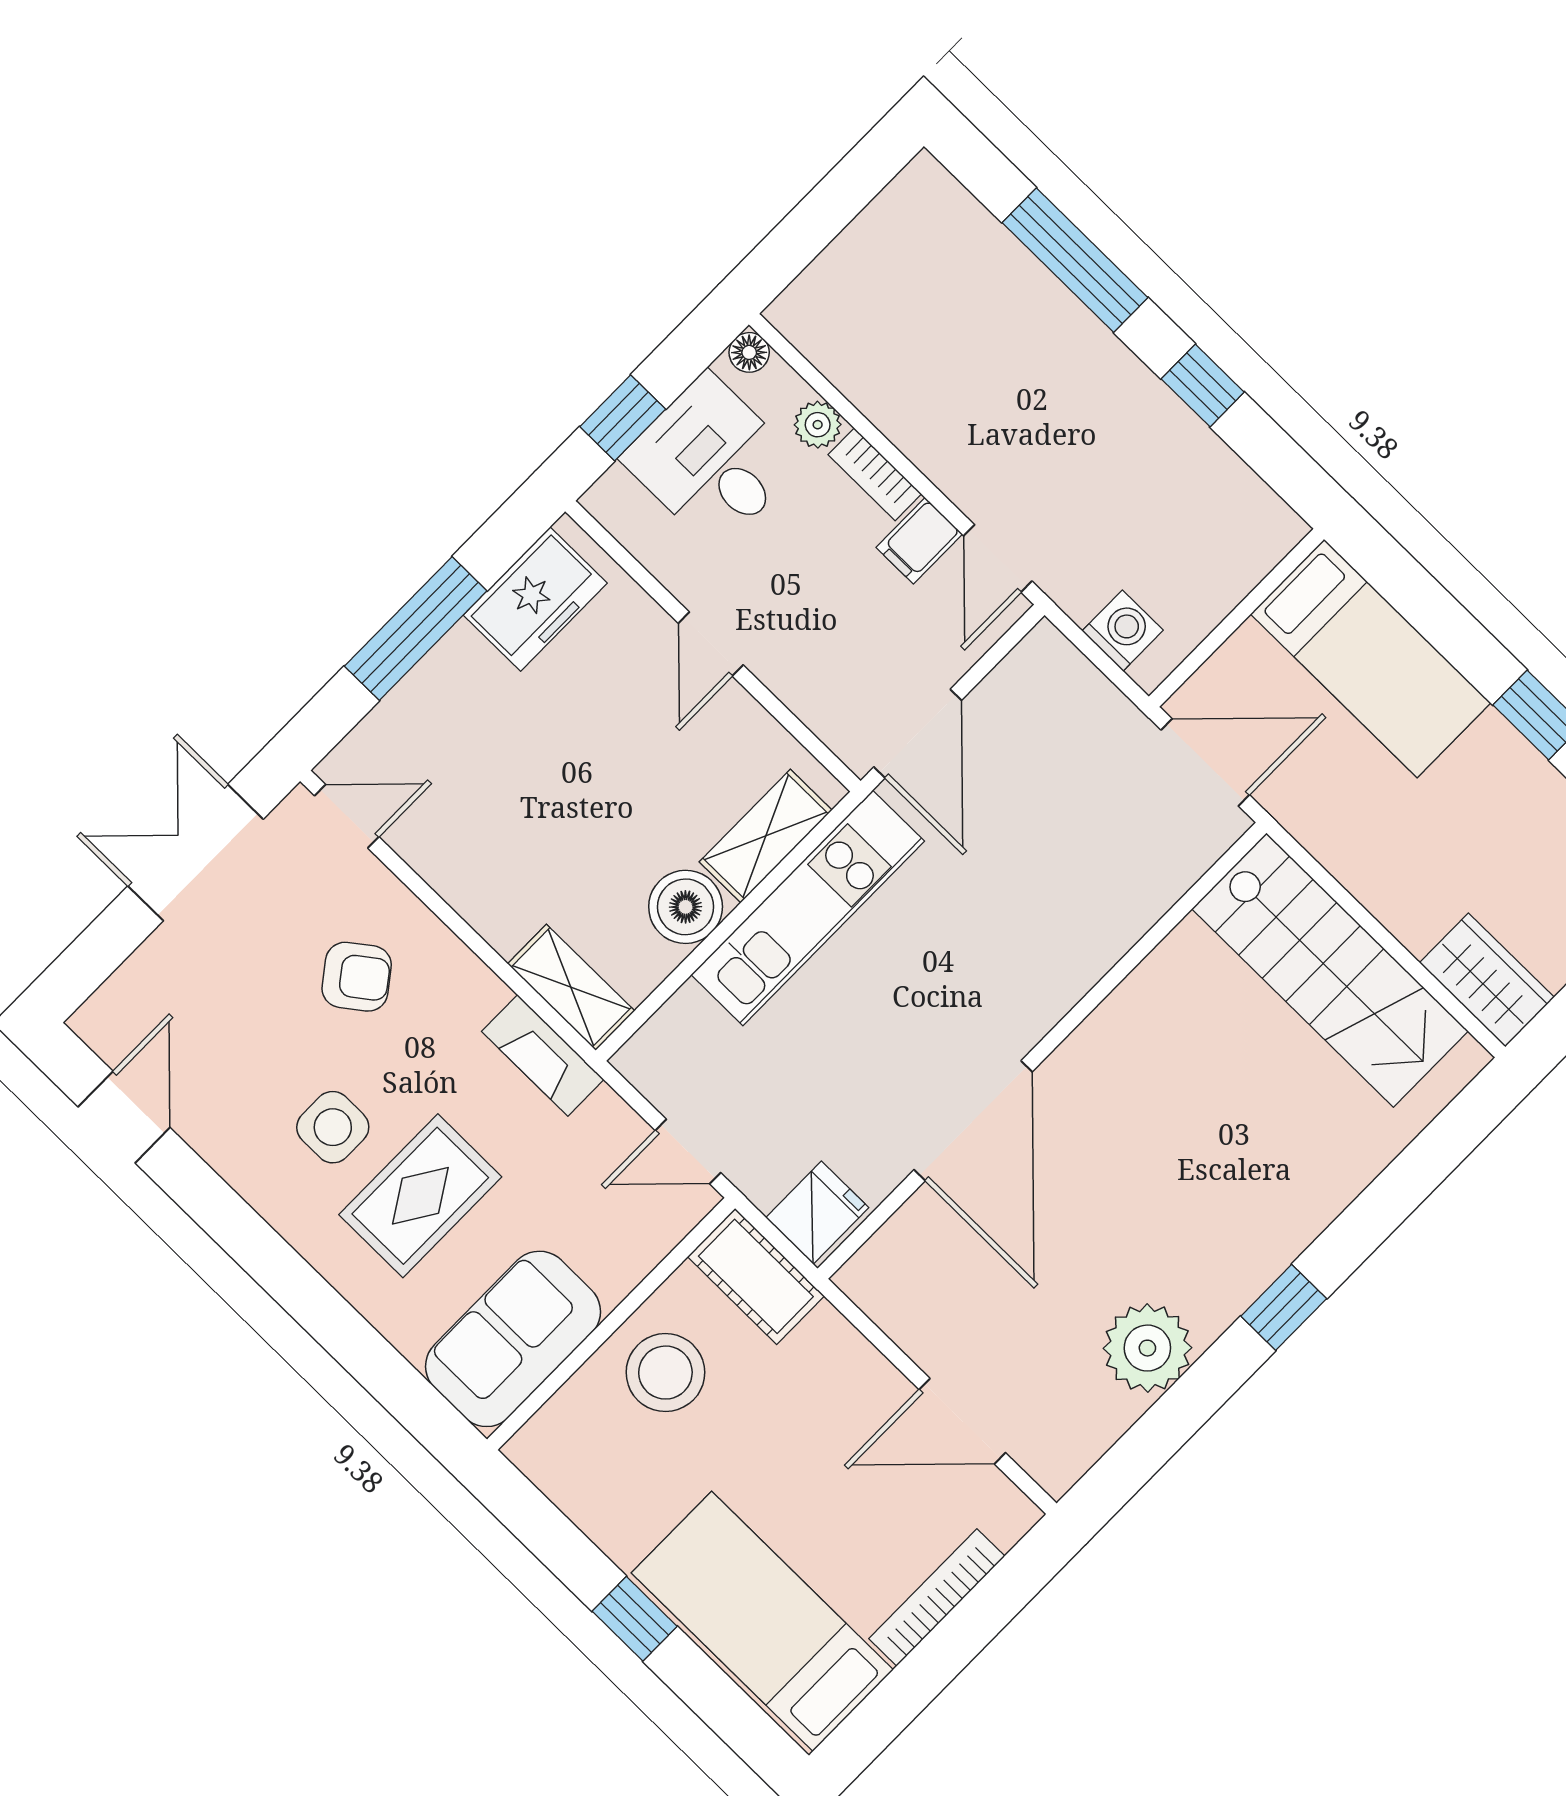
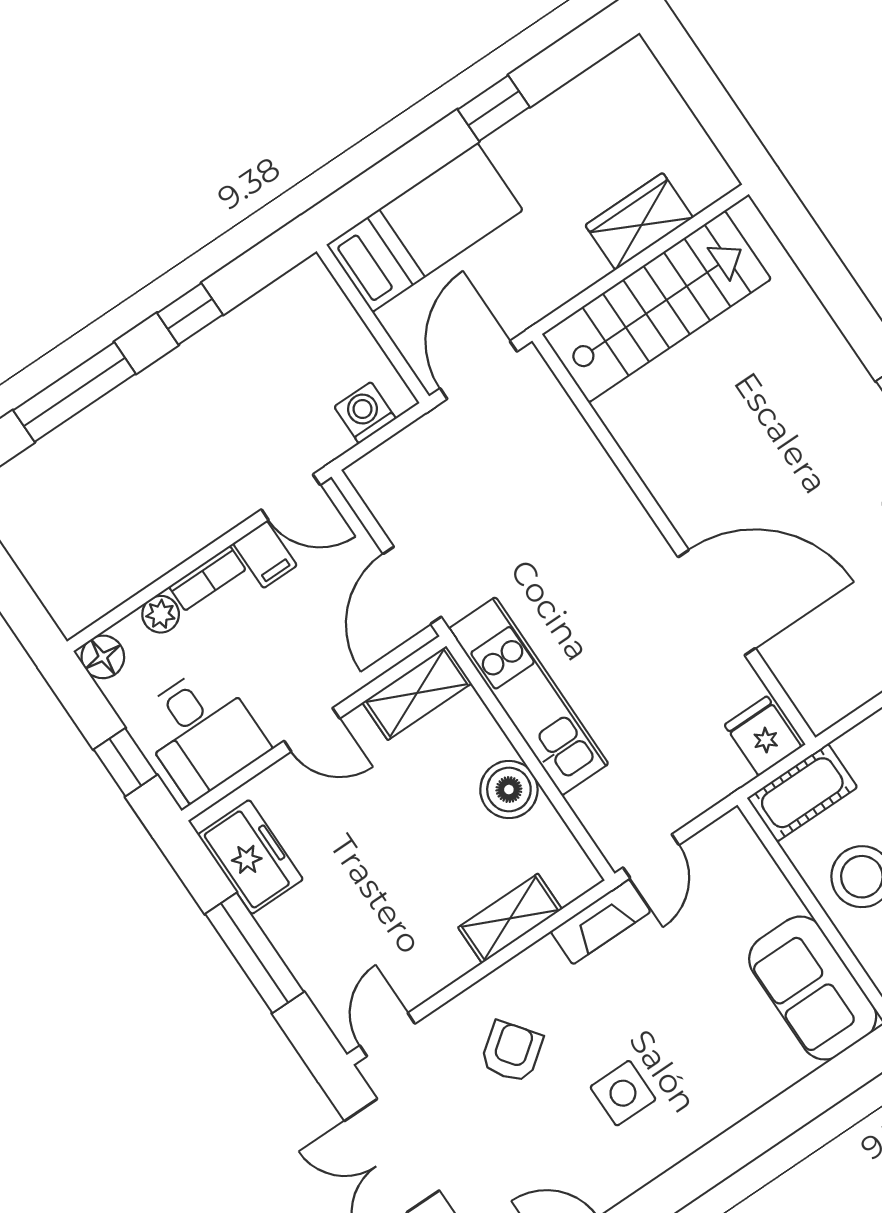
floor lamp: (749, 352) -> (103, 657), width x1.37, depth x1.37
desk: (712, 461) -> (202, 732), moved, turned -90
door: (918, 734) -> (412, 585), swing flipped
shelving: (766, 836) -> (417, 693), moved, turned 90
wardrobe: (1487, 980) -> (639, 221), moved
shelving: (571, 987) -> (510, 918), moved
door: (688, 1152) -> (651, 856), moved
rug: (420, 1196) -> (689, 1037), removed

